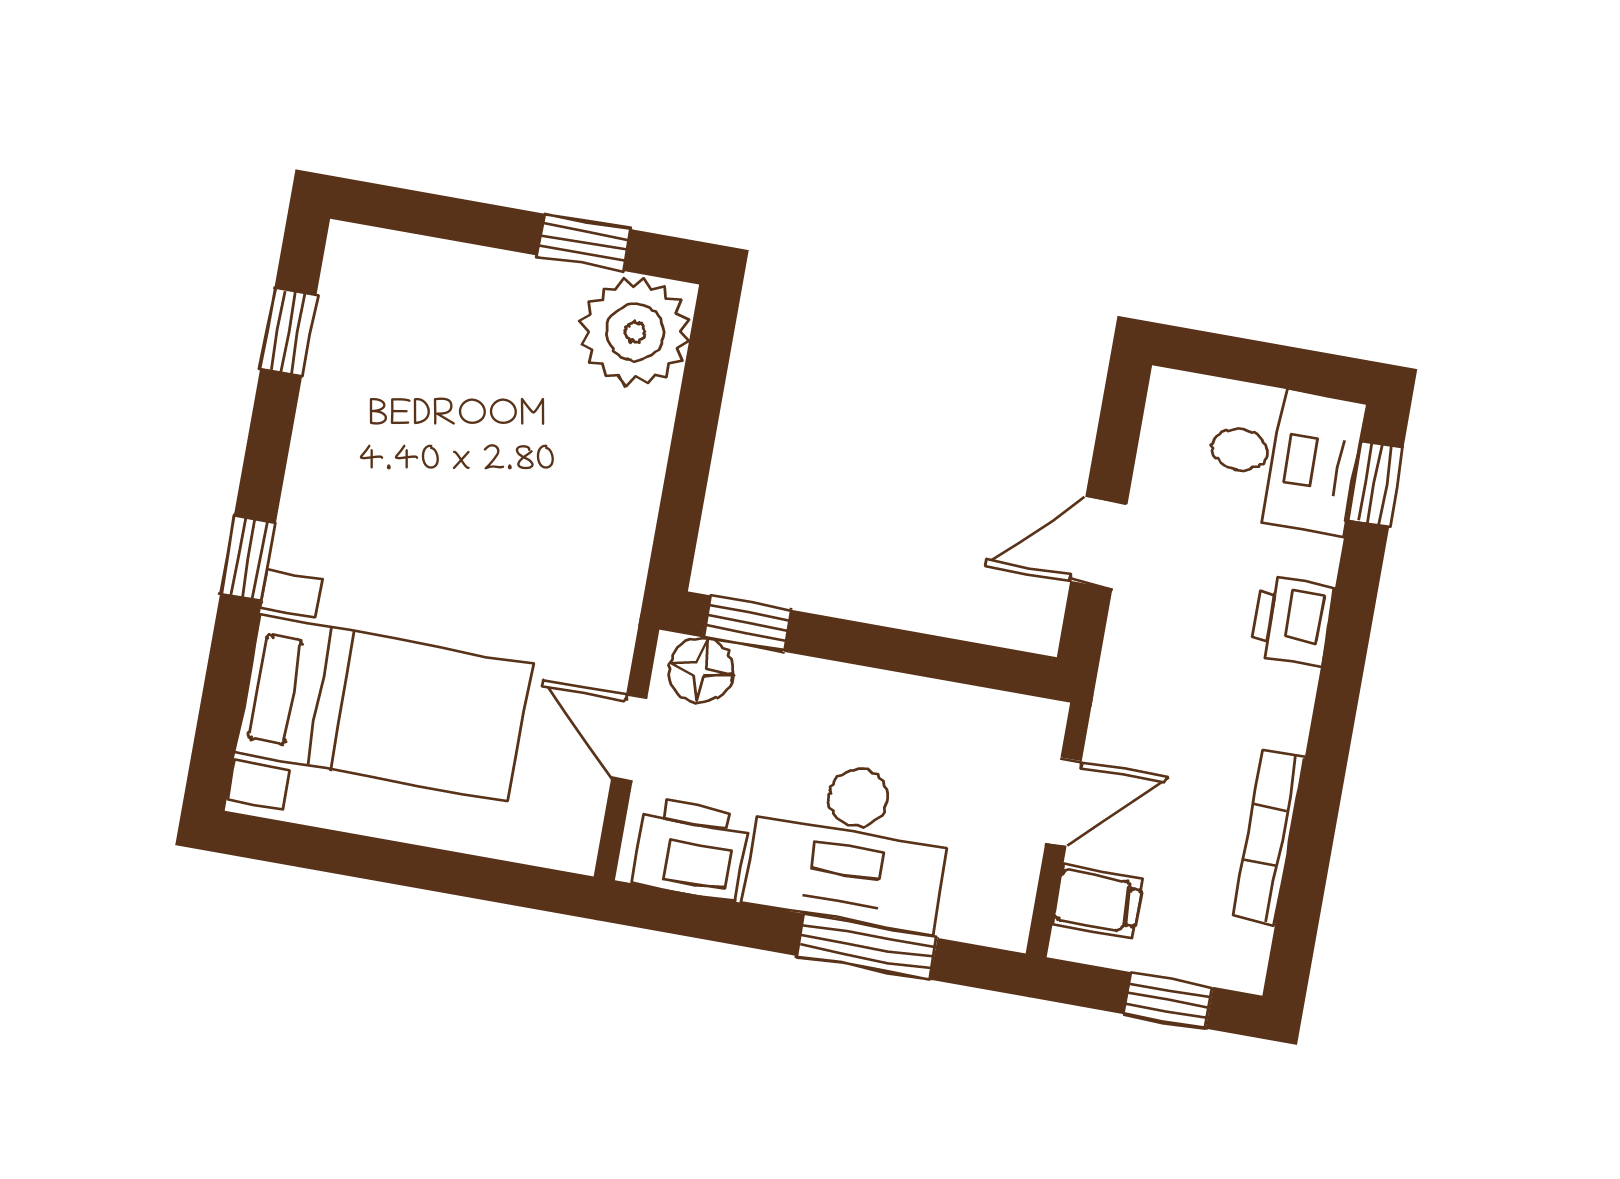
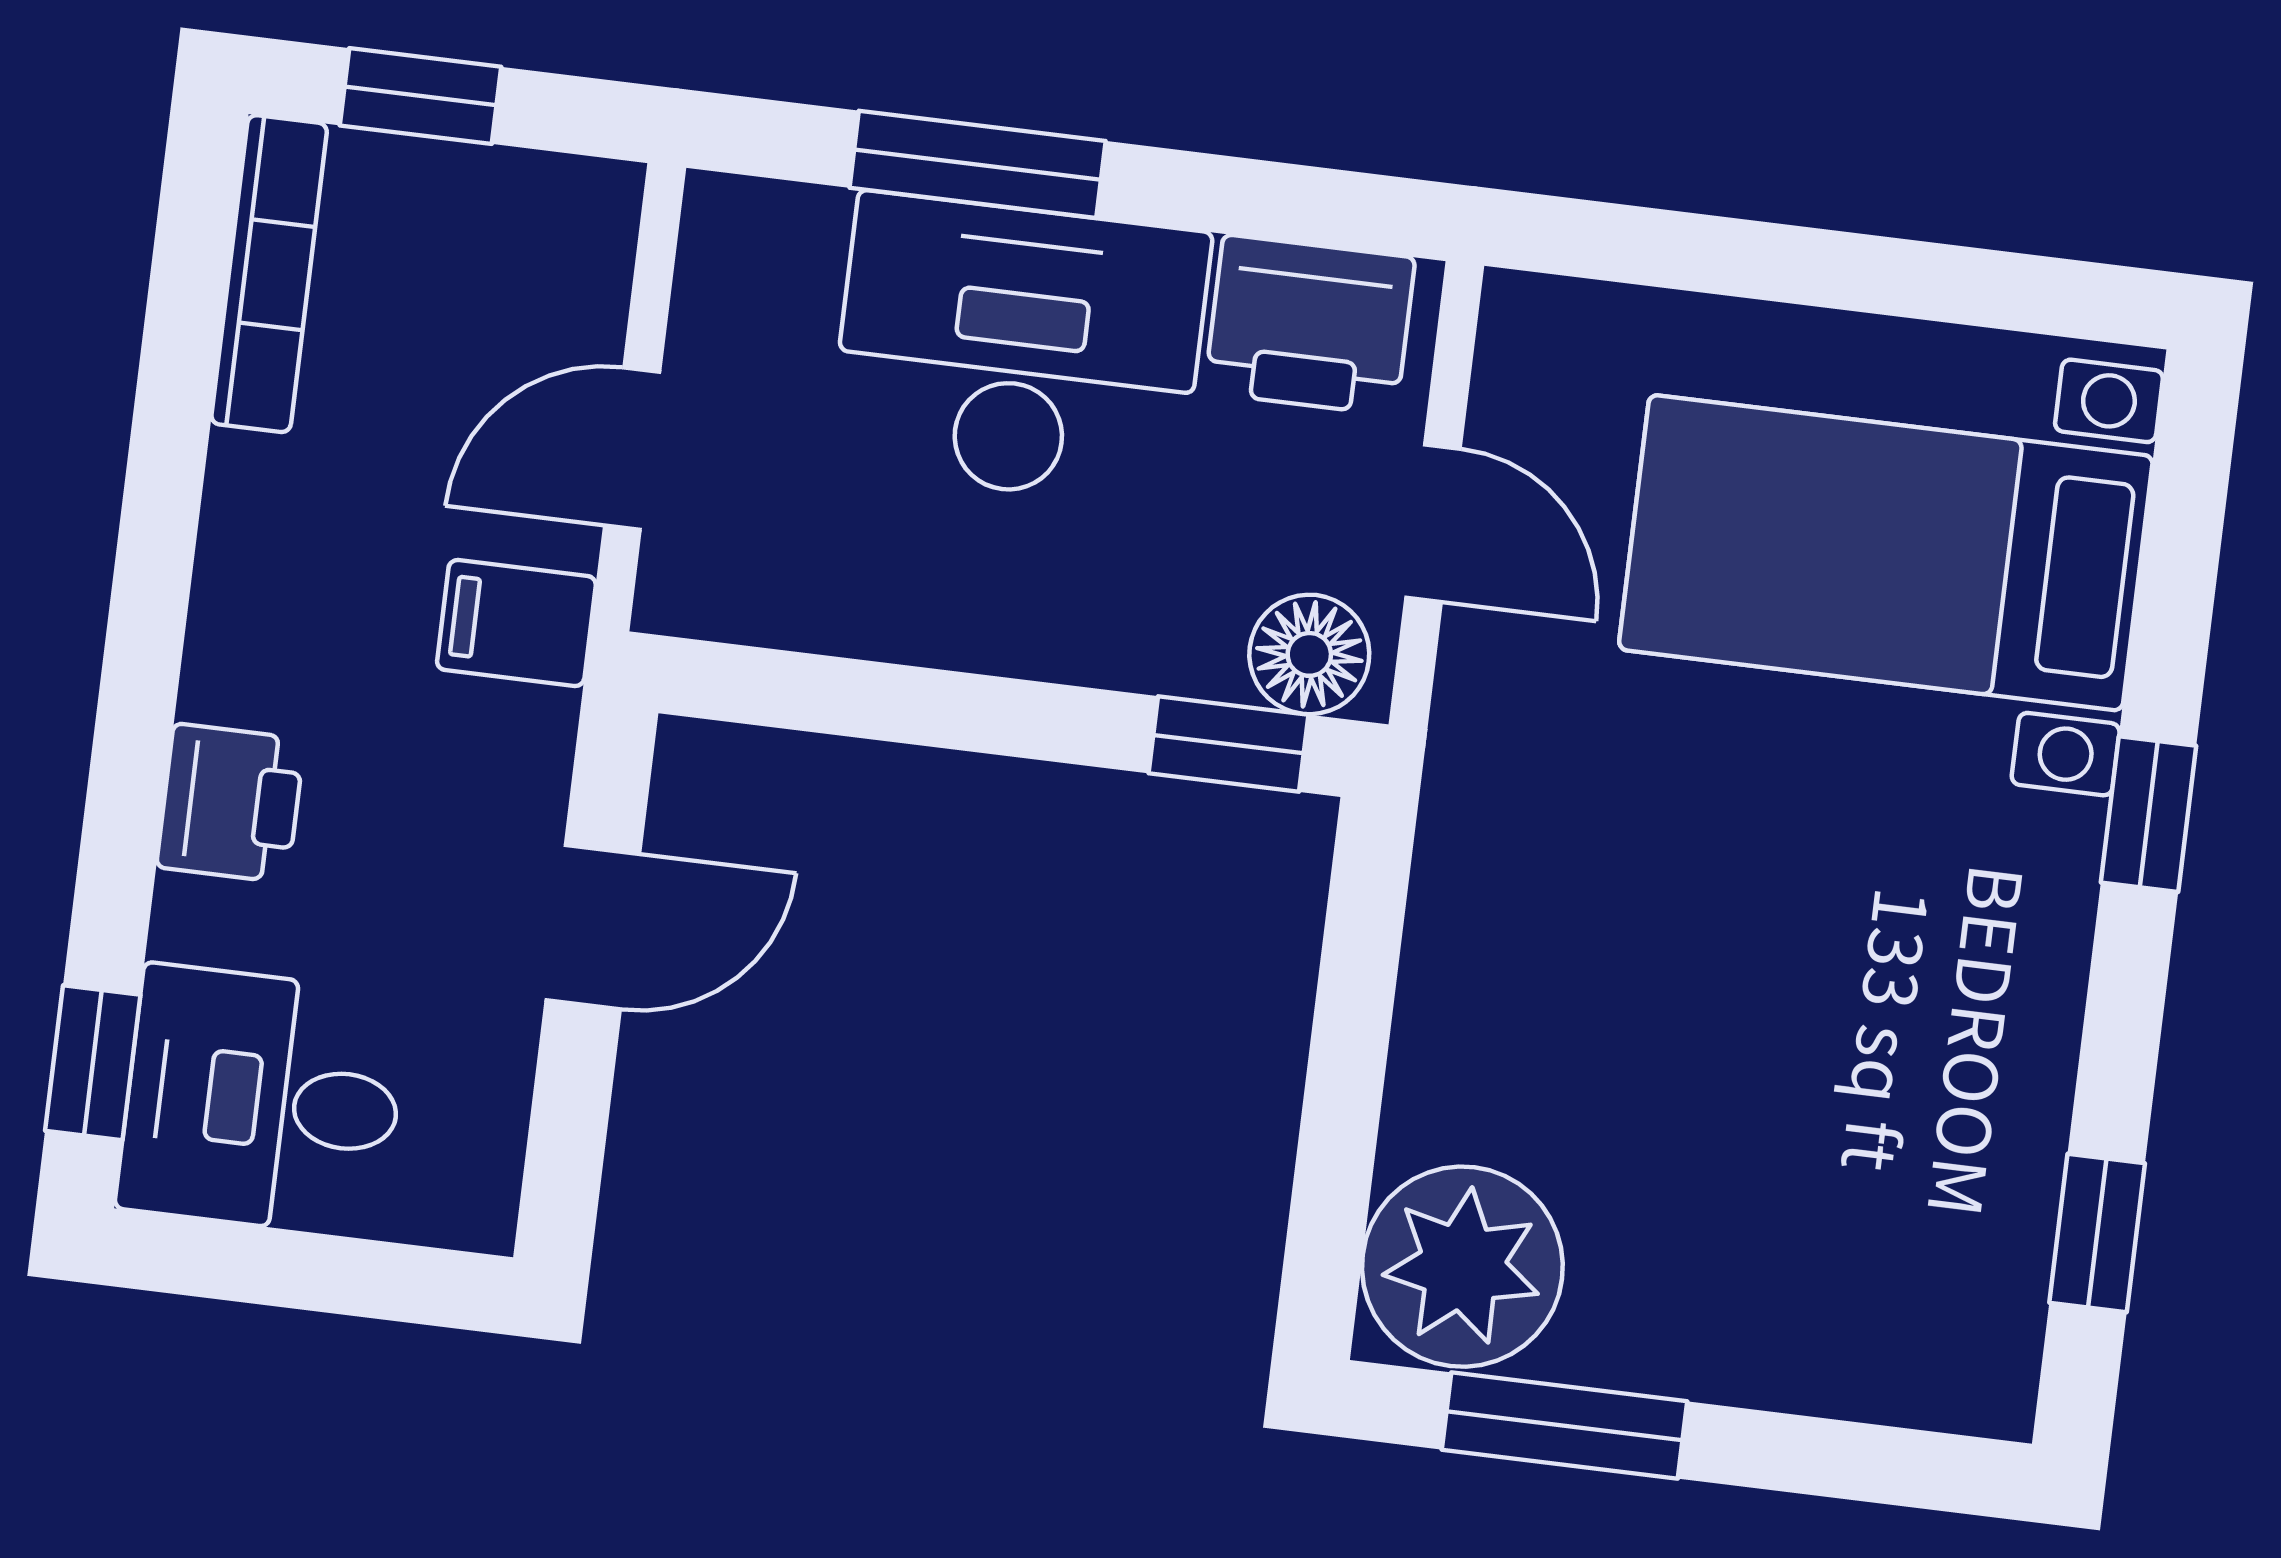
window: (584, 242) -> (1565, 1426), width x1.50
bookcase: (1269, 837) -> (269, 274), moved
filing cabinet: (1098, 901) -> (516, 623), moved

